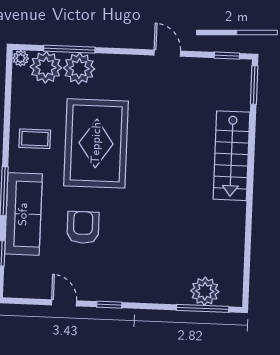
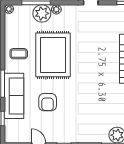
plant: (46, 67) -> (56, 9), moved, width x0.53, depth x0.53
armchair: (83, 227) -> (48, 102), turned 180

